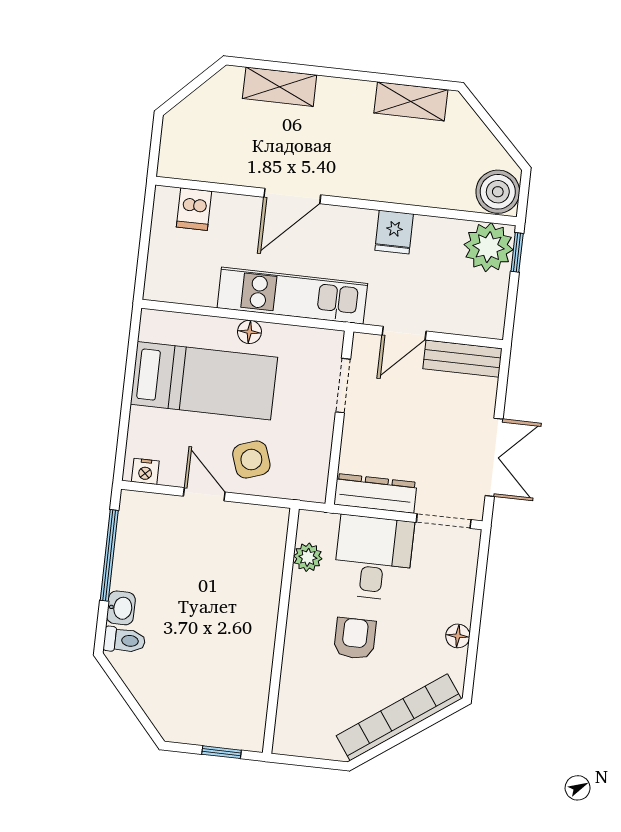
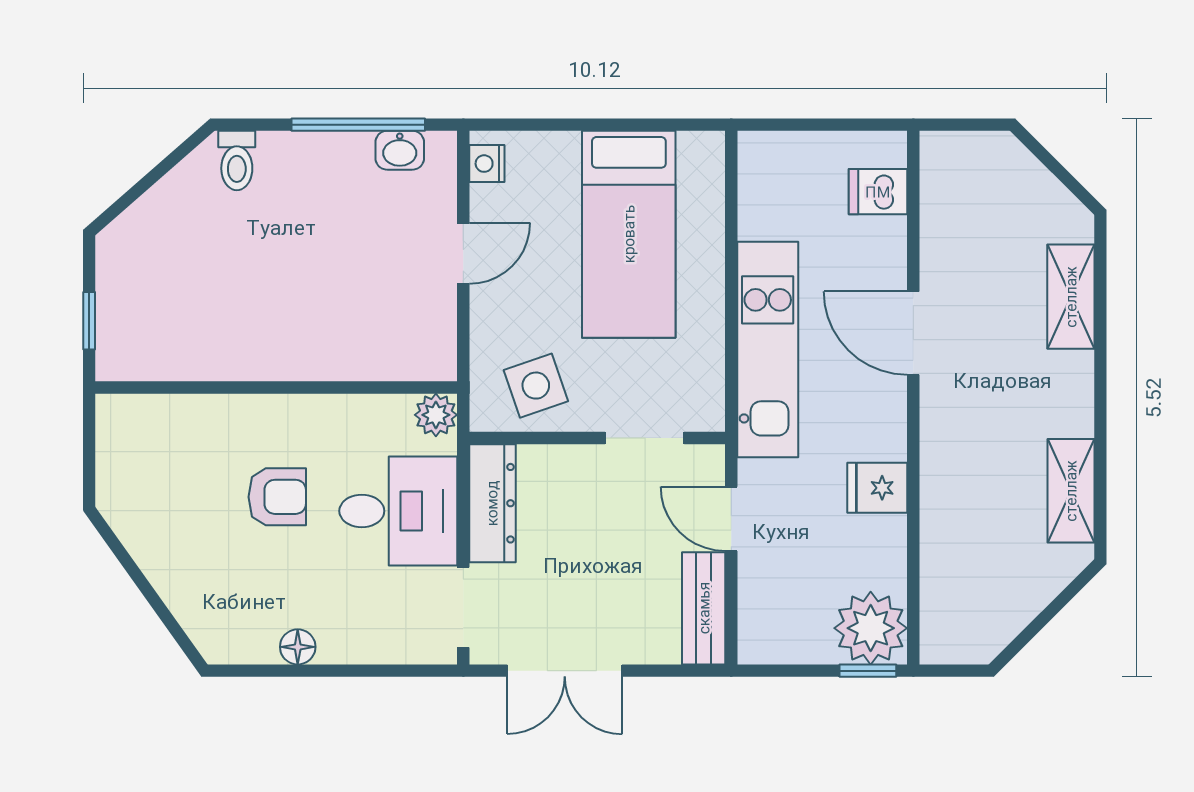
boiler: (498, 192) -> (953, 633), removed
floor lamp: (249, 332) -> (708, 293), removed
side table: (251, 460) -> (536, 386), moved
plant: (308, 557) -> (436, 415), moved
washbasin: (121, 608) -> (400, 150), moved
bookcase: (399, 717) -> (169, 574), removed

